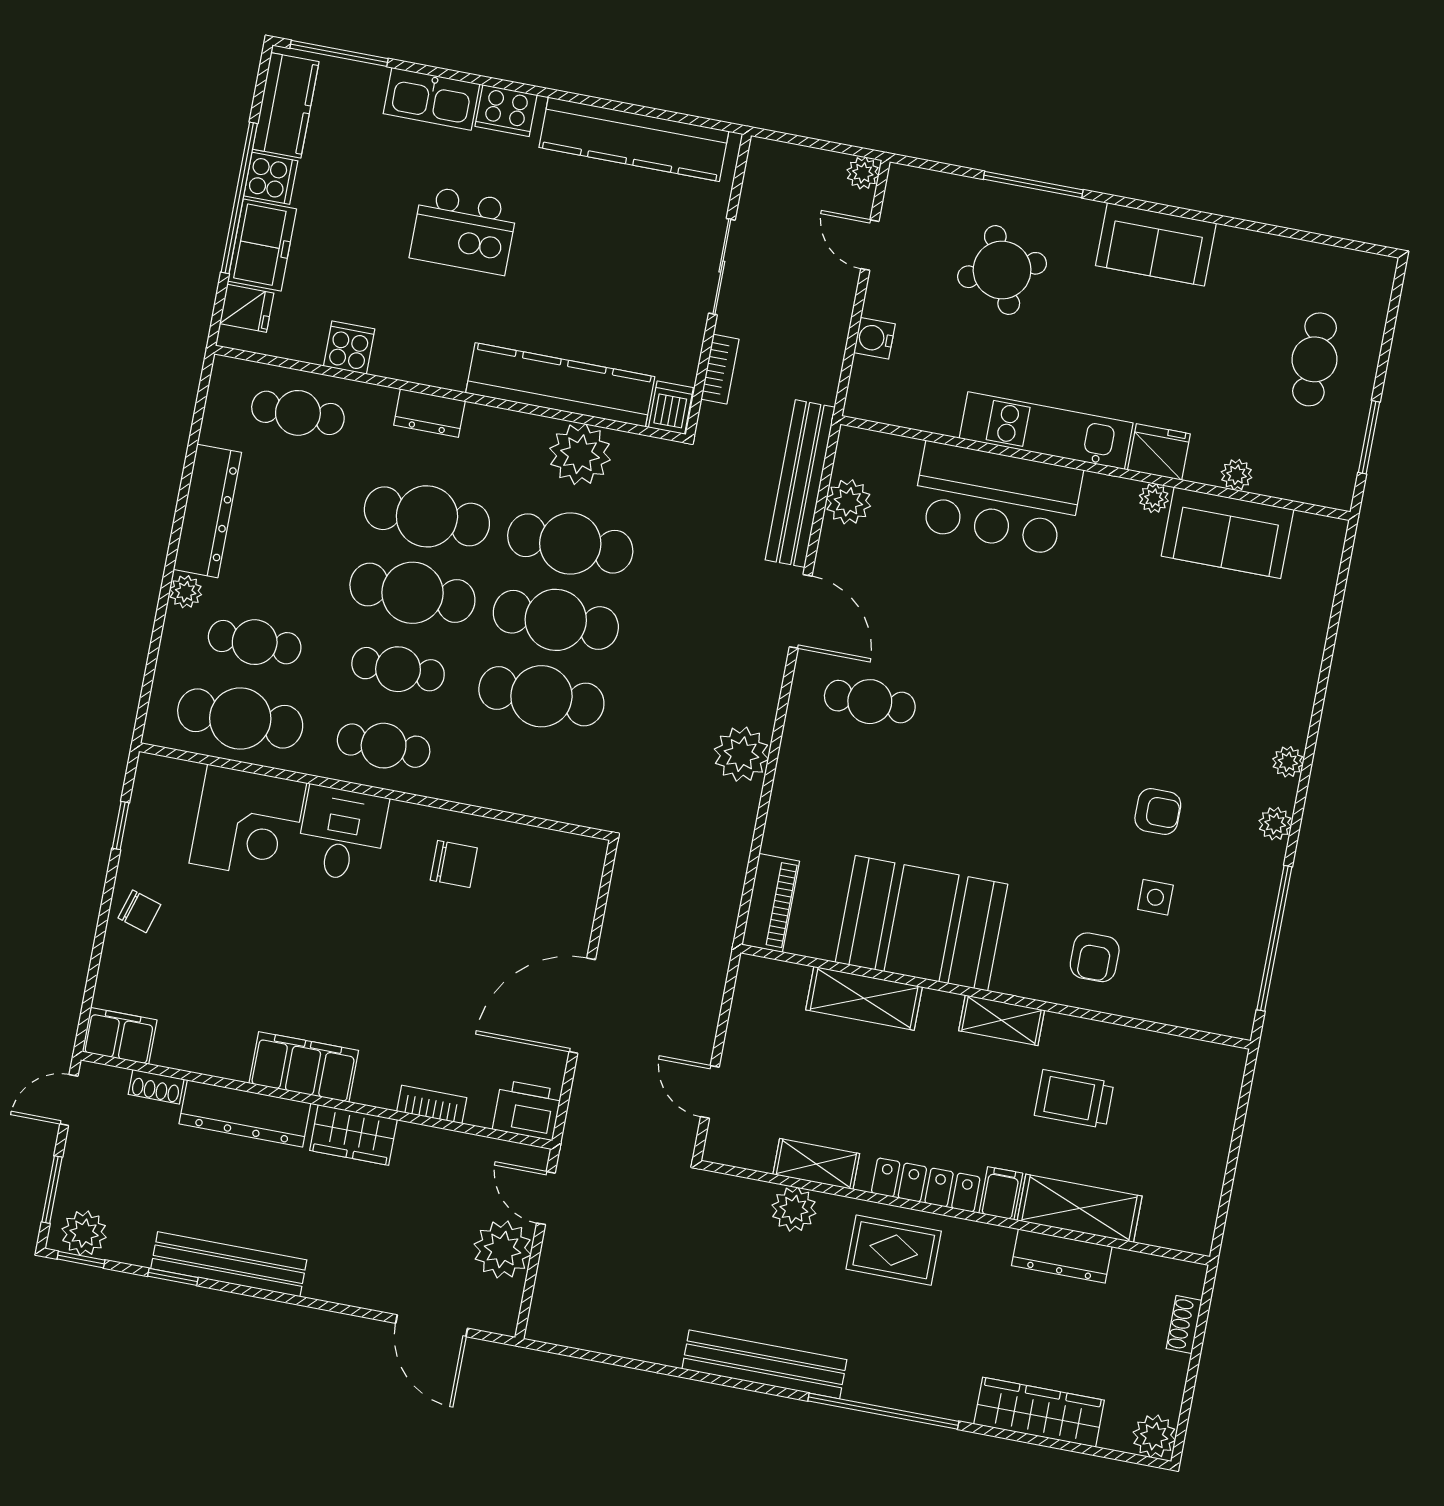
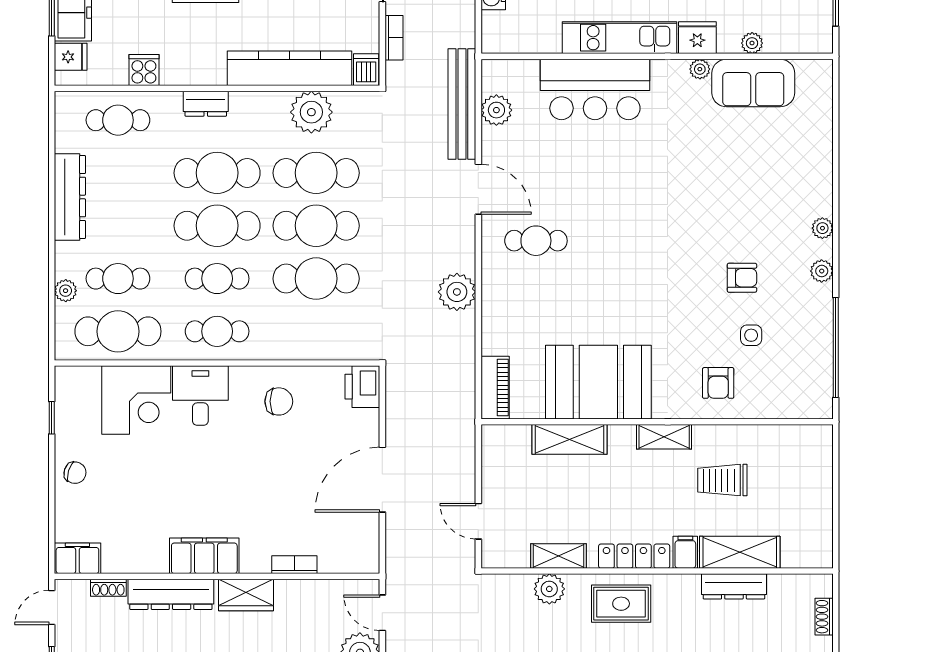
plant: (186, 592) -> (66, 291), moved
printer: (527, 1110) -> (362, 387), moved, turned -90

